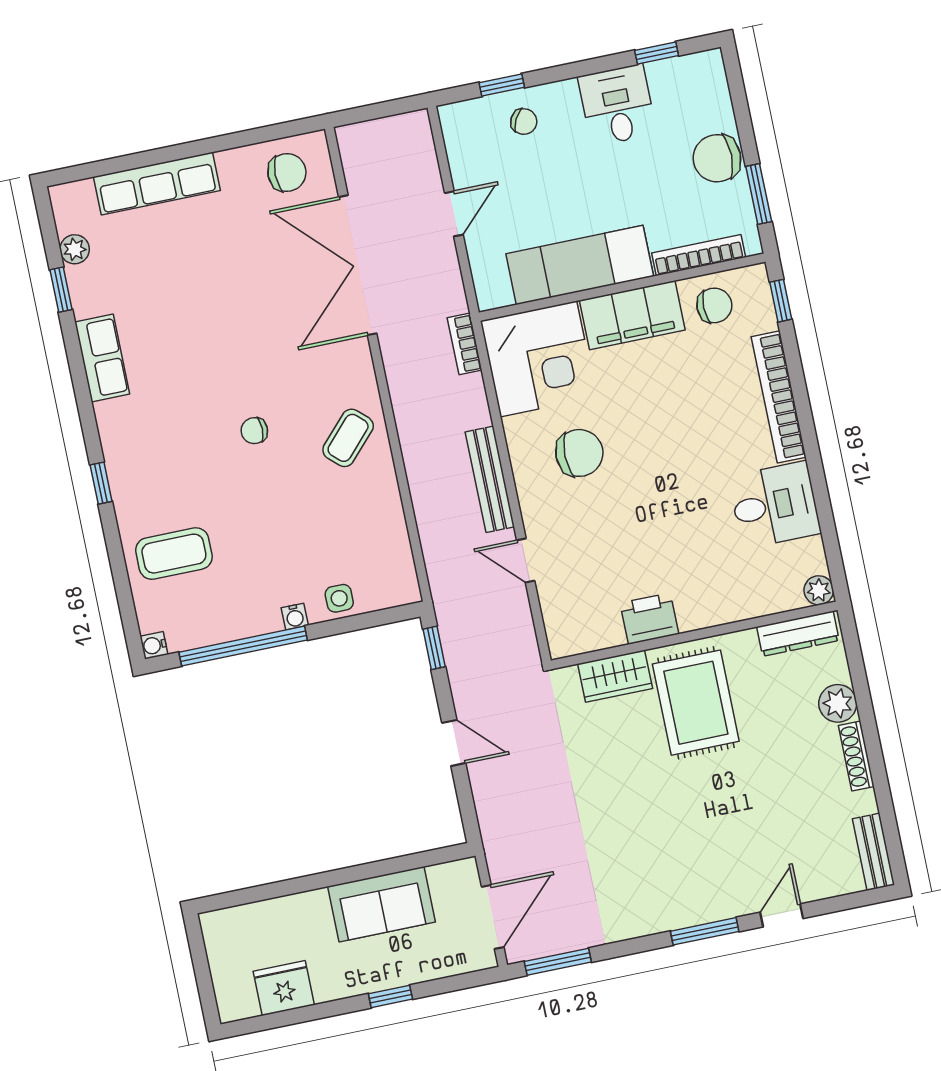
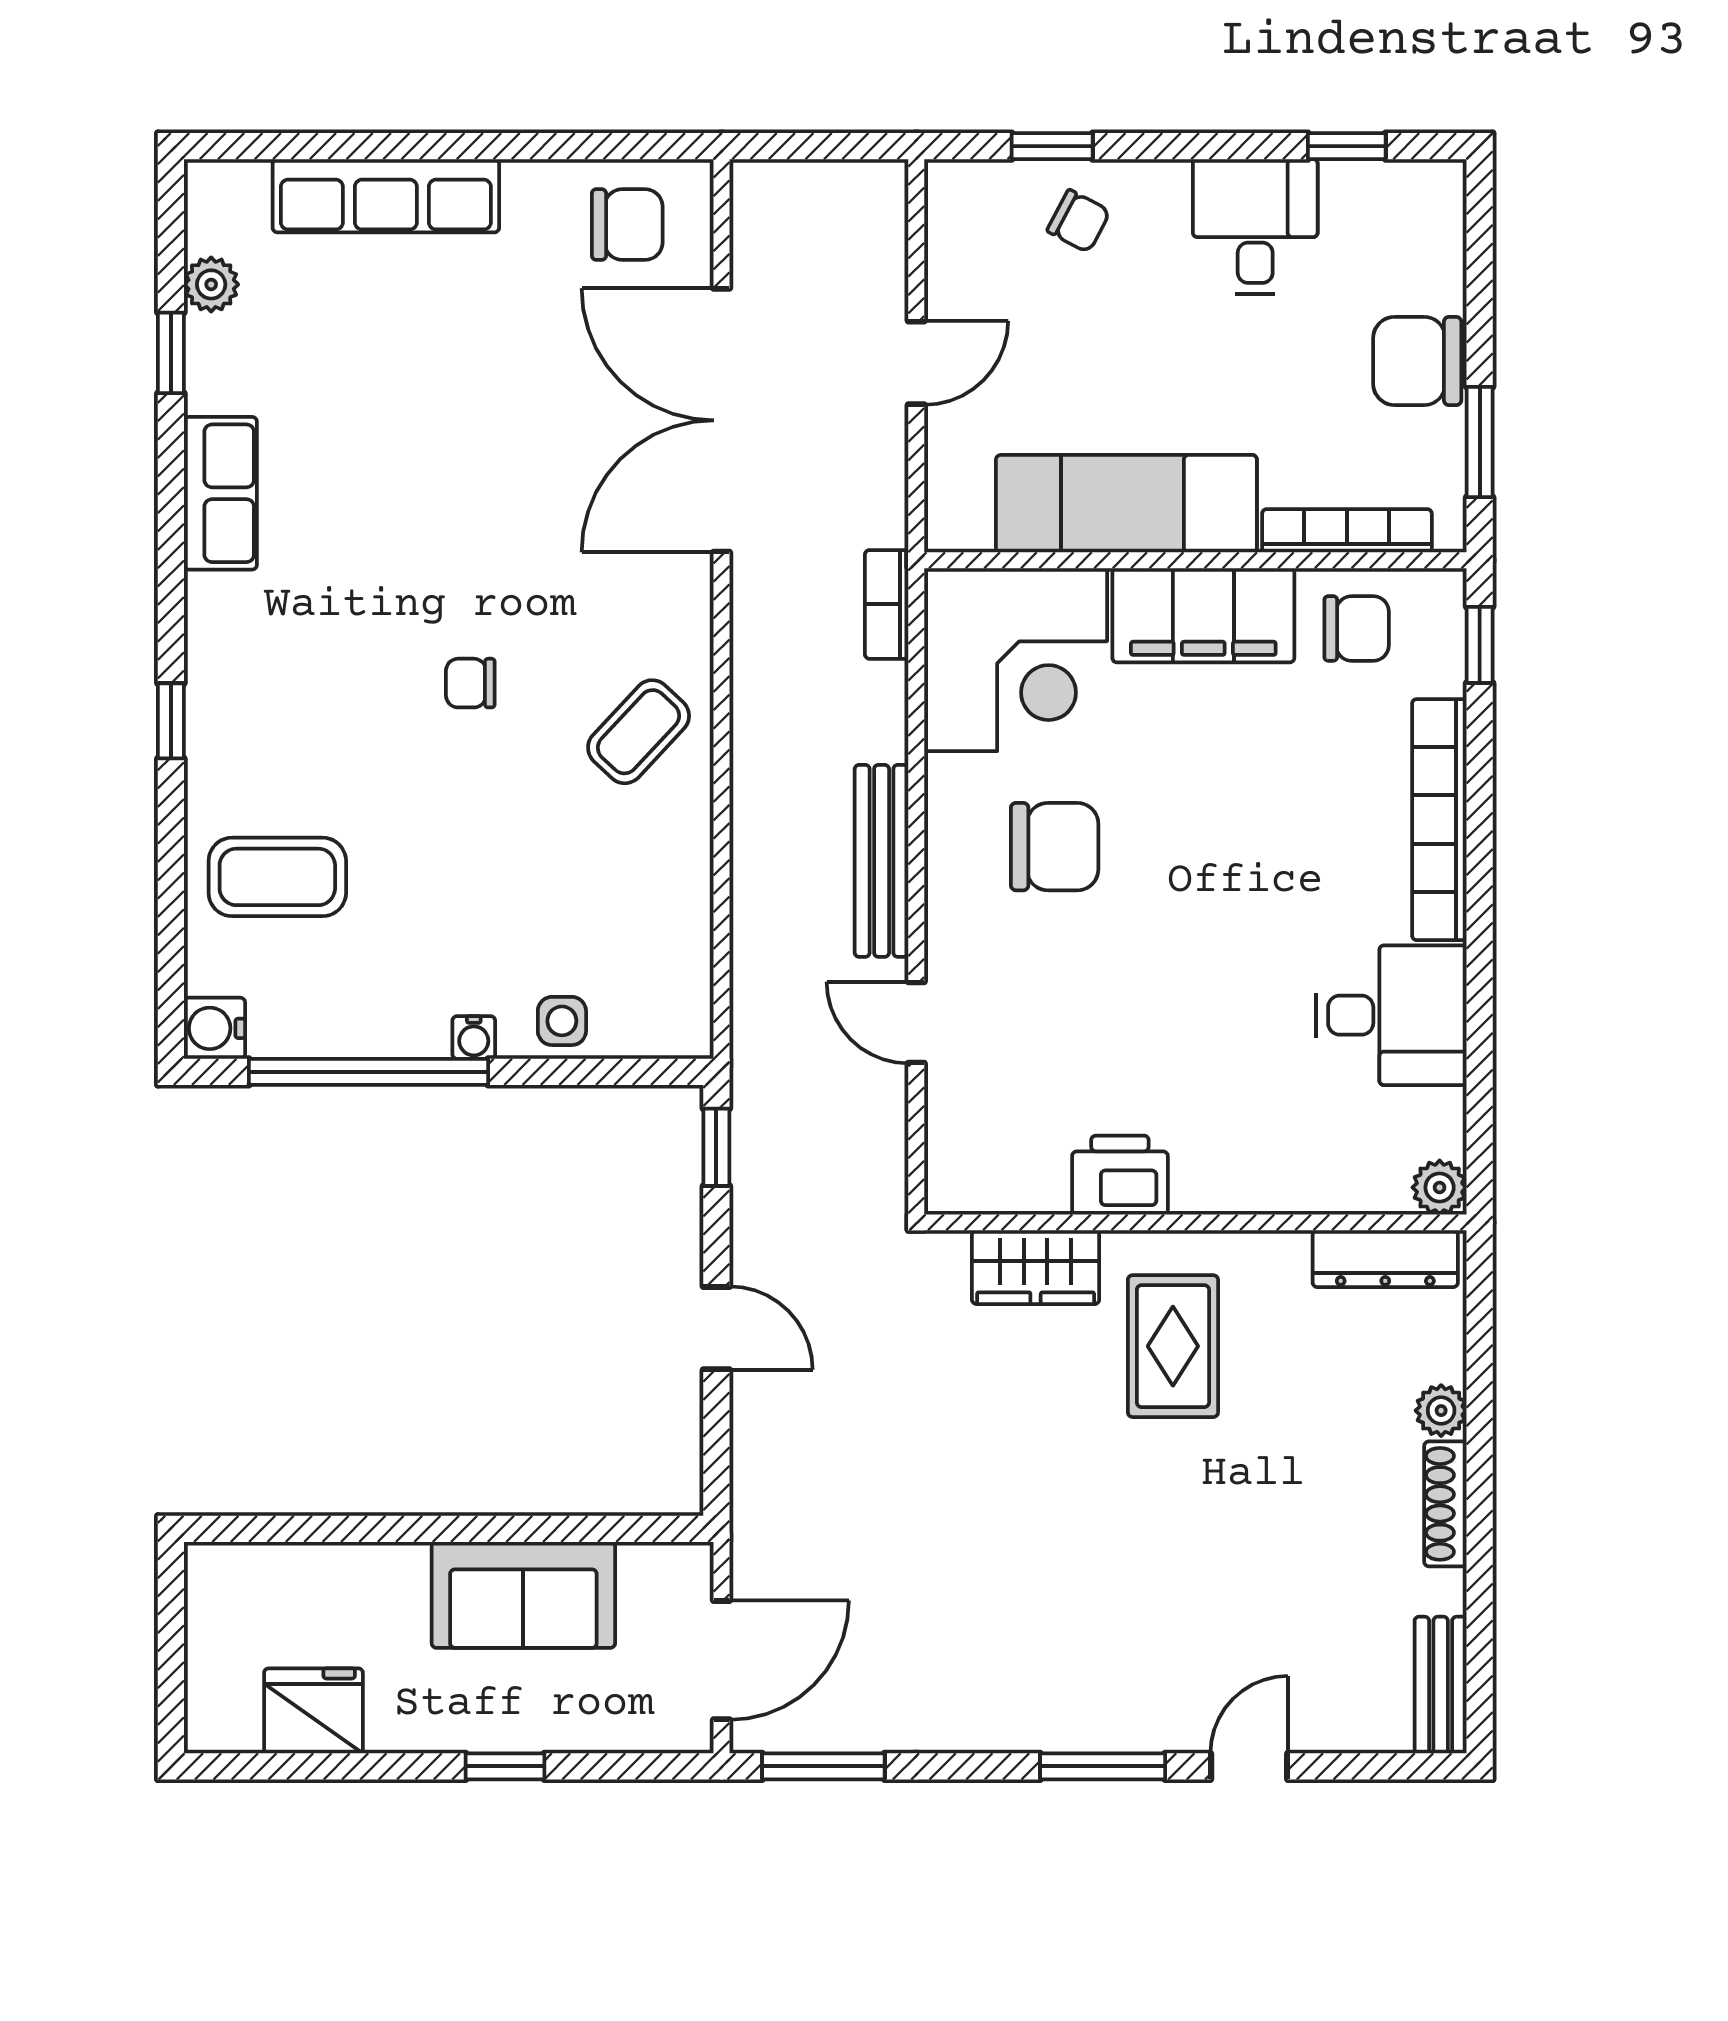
water cooler: (154, 645) -> (214, 1028), width x1.38, depth x1.38
rug: (696, 703) -> (1173, 1346), width x0.73, depth x0.70
plant: (838, 703) -> (1441, 1411), width x0.73, depth x0.73

